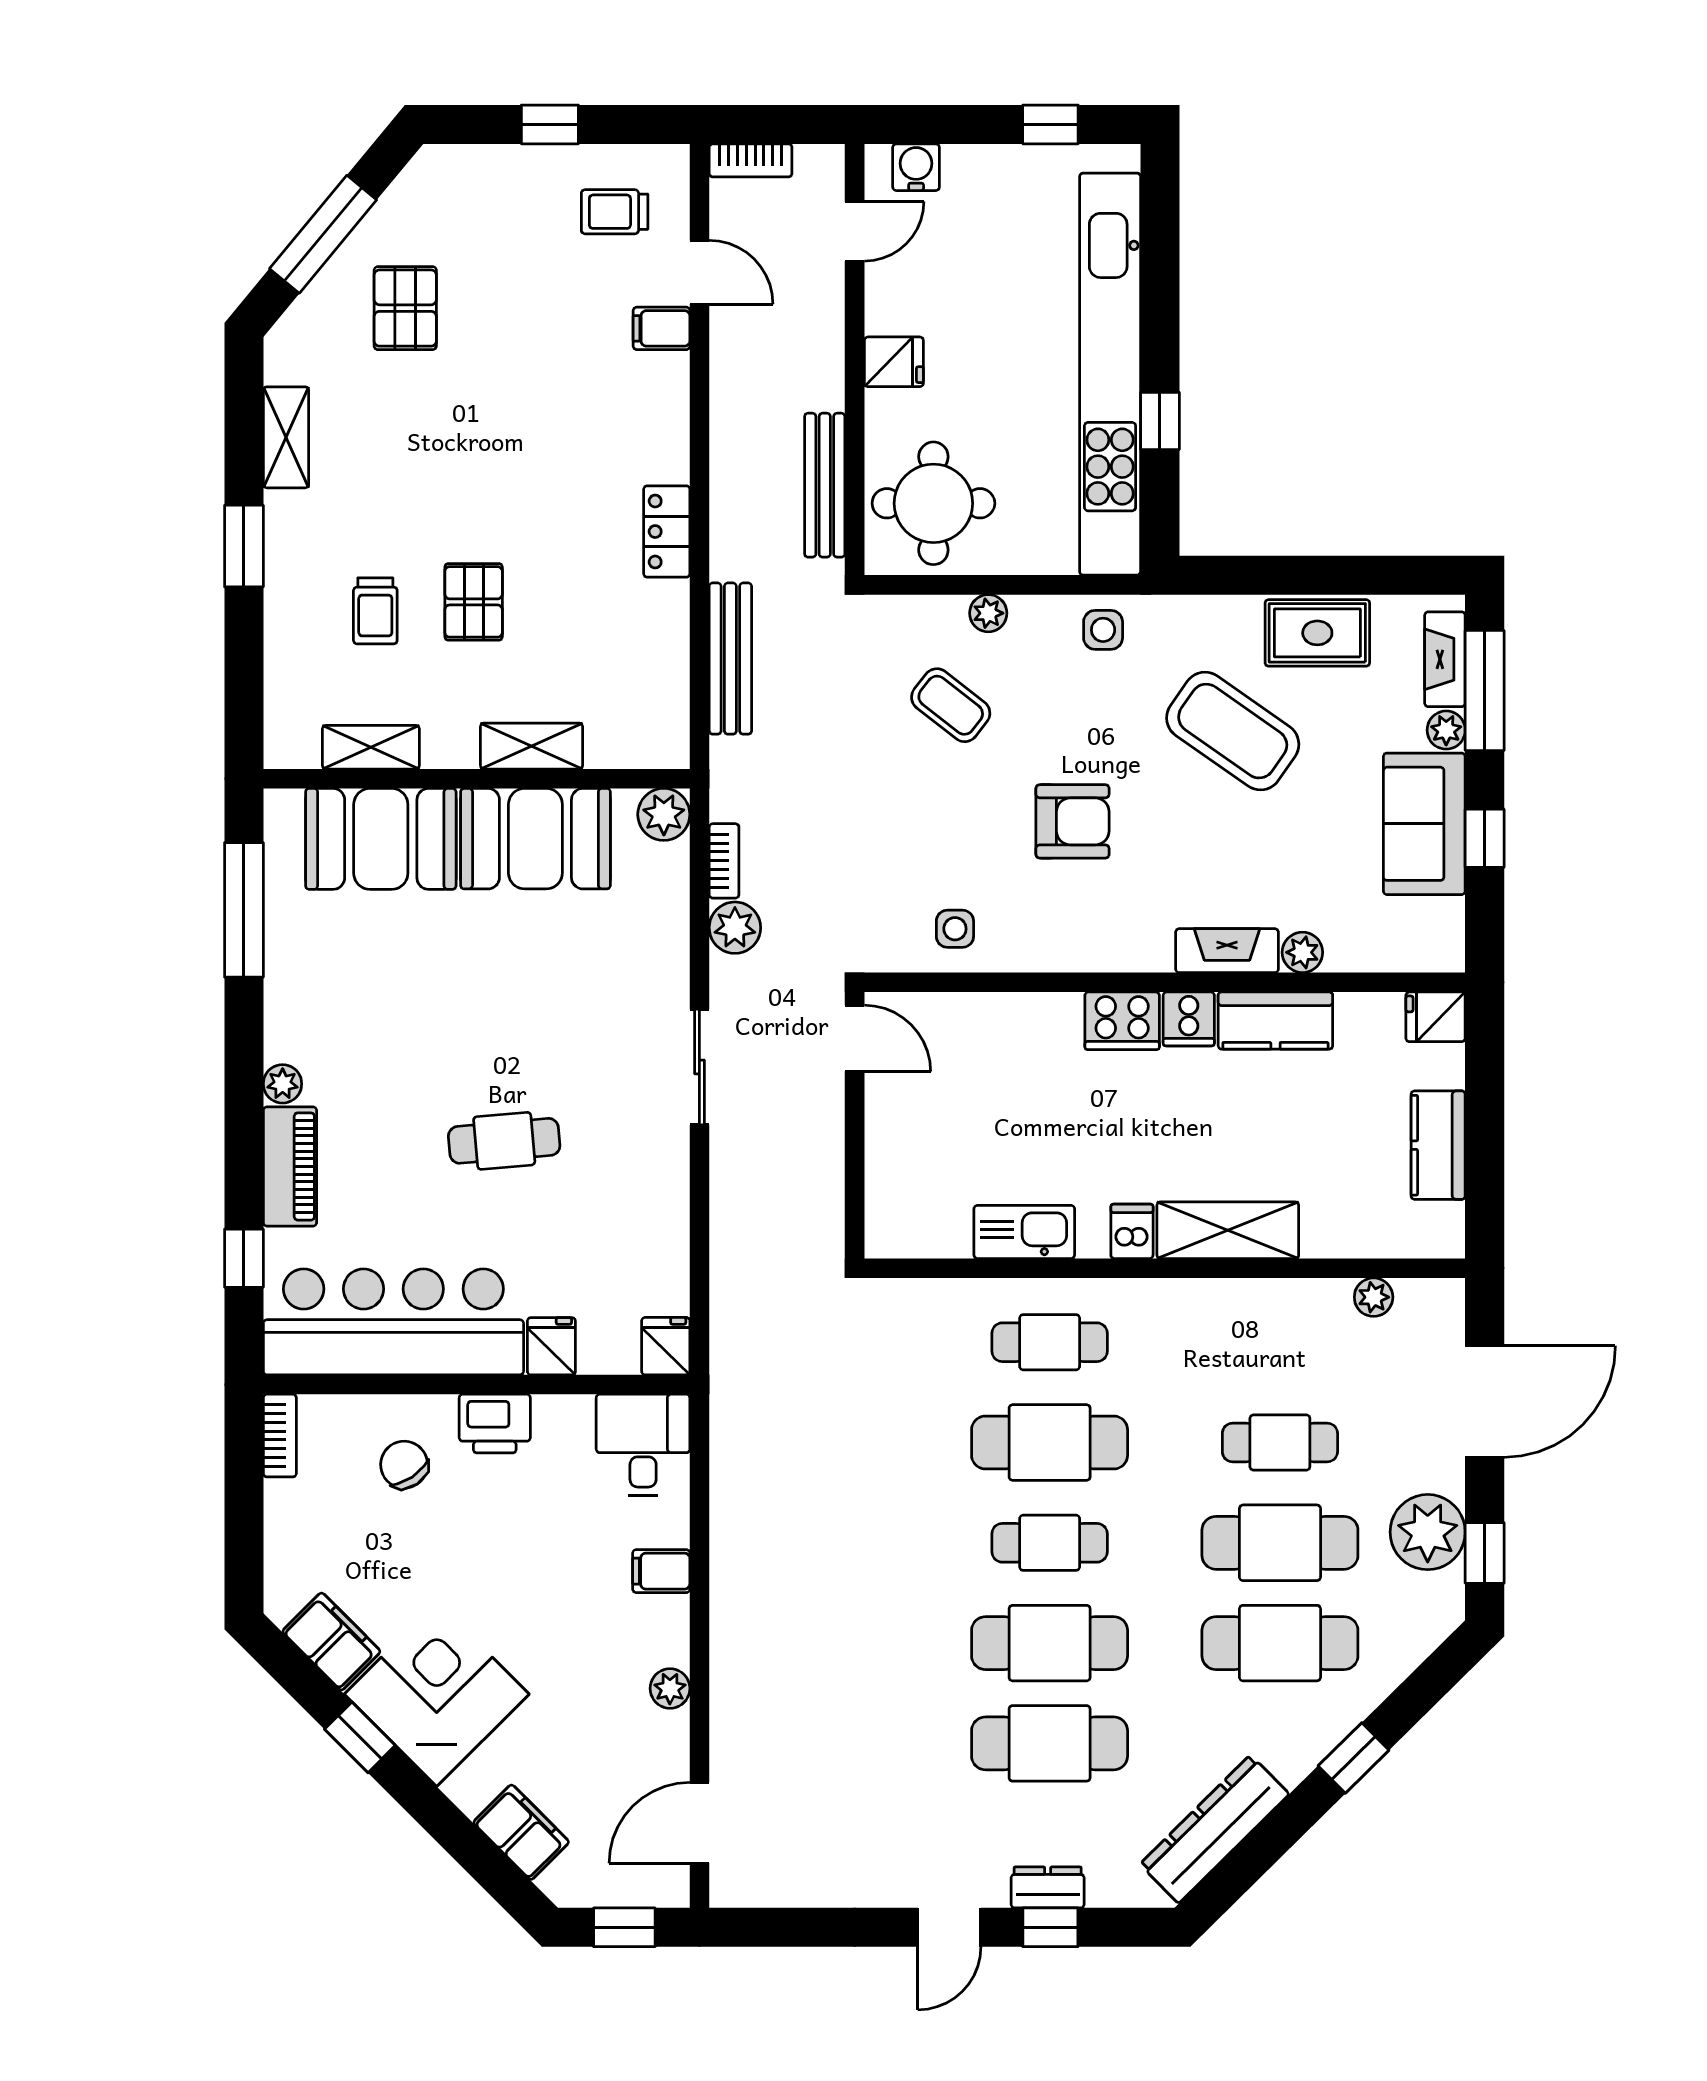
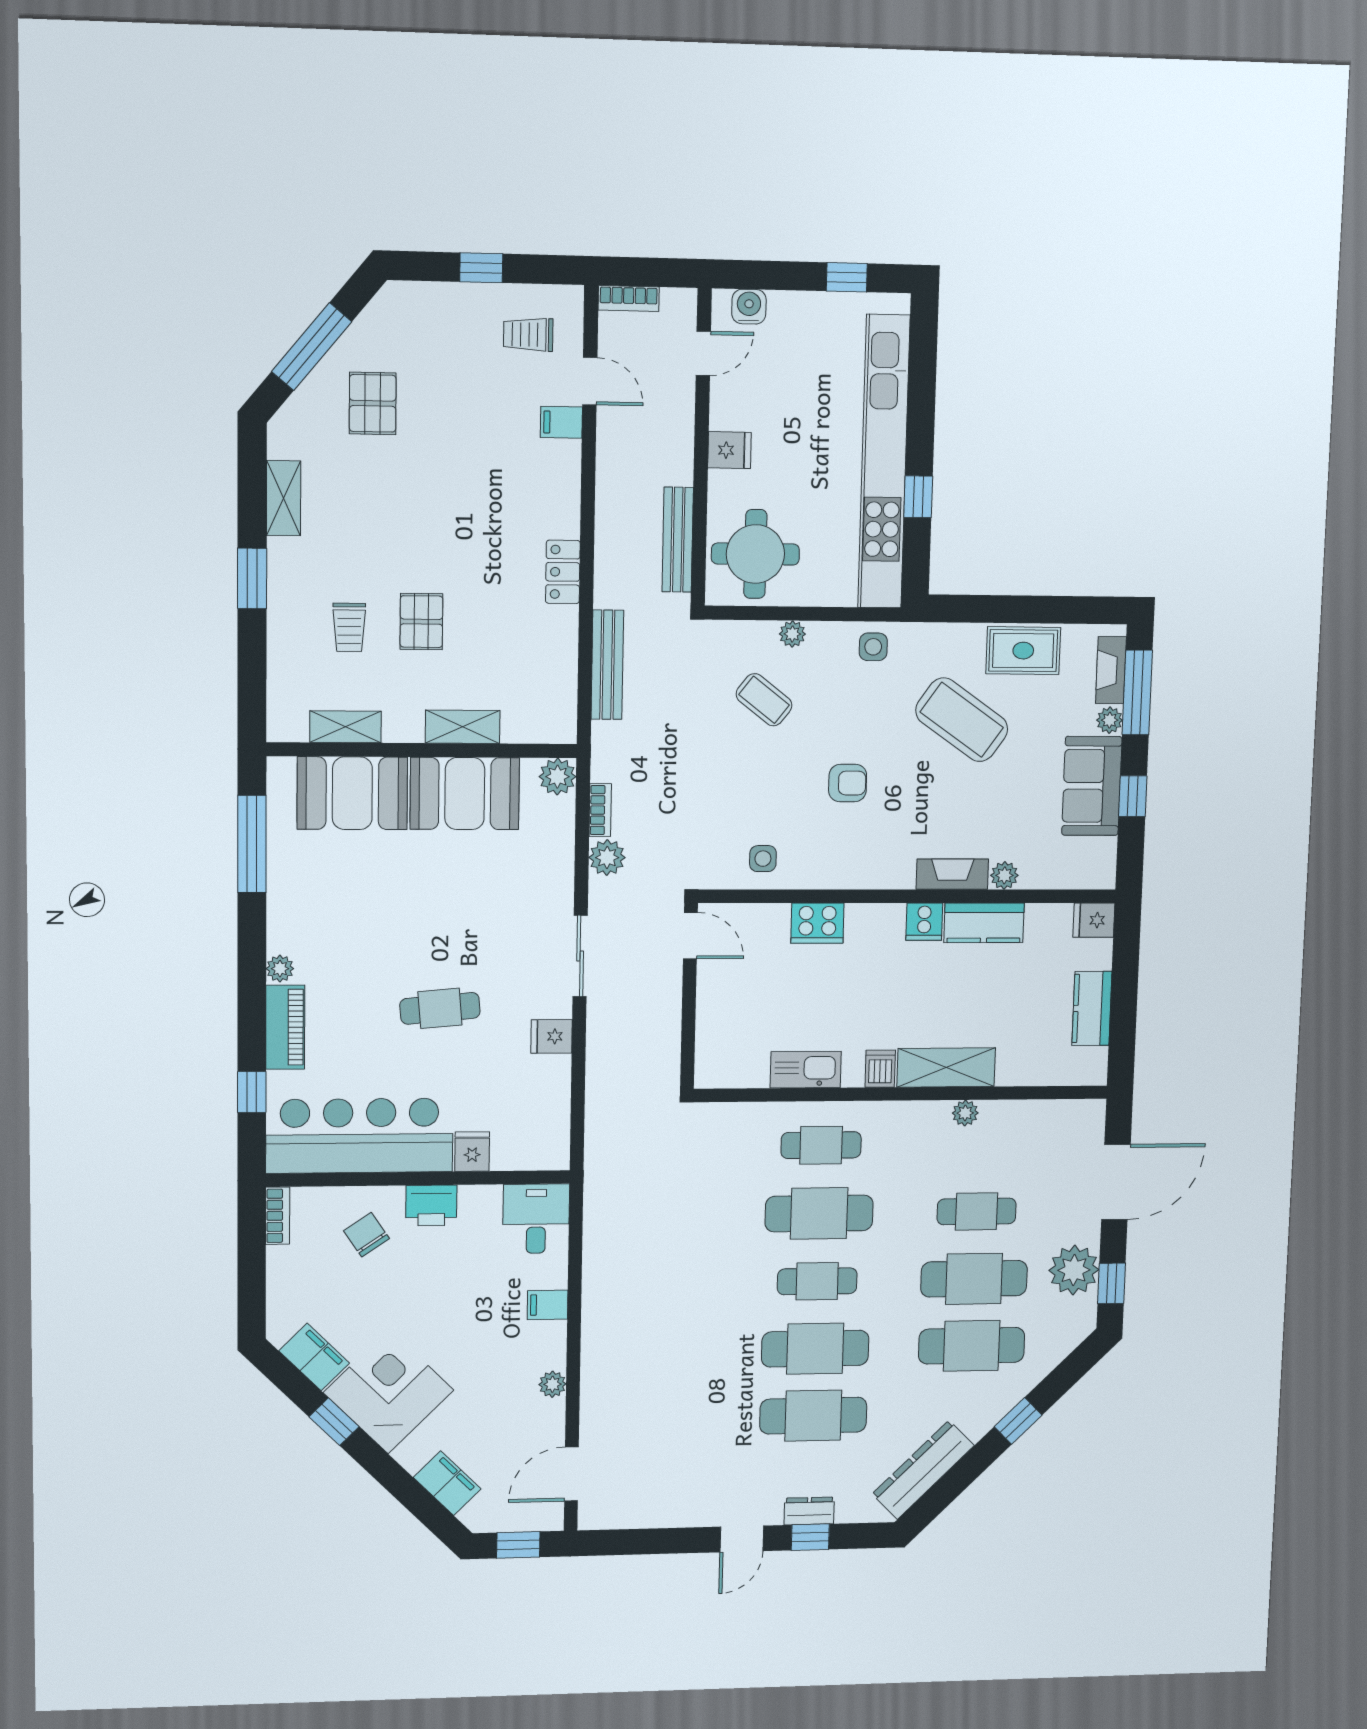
armchair: (1072, 821) -> (848, 783), width x0.72, depth x0.72
cooker: (1122, 1021) -> (817, 923), moved
plant: (1374, 1297) -> (965, 1113), moved
fridge: (666, 1346) -> (552, 1036), moved, turned -90

